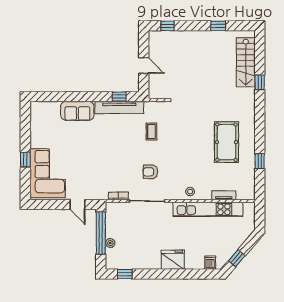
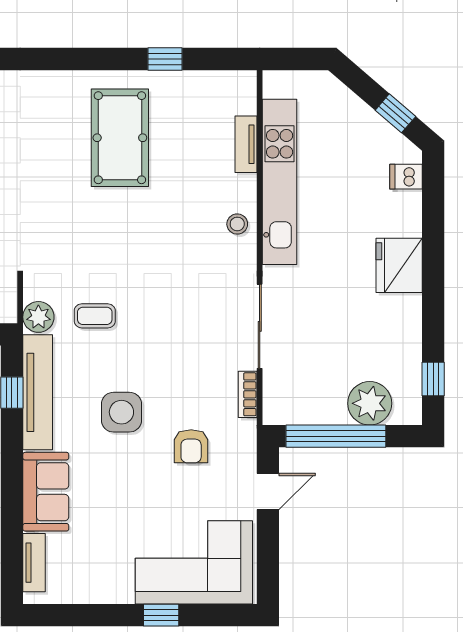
tv unit: (47, 106) -> (34, 563), added
plant: (151, 108) -> (38, 317), added
pool table: (226, 142) -> (120, 138), turned 90
side table: (111, 143) -> (121, 412), added
armchair: (150, 172) -> (191, 446), moved
plant: (110, 243) -> (370, 403), width x1.88, depth x1.88

